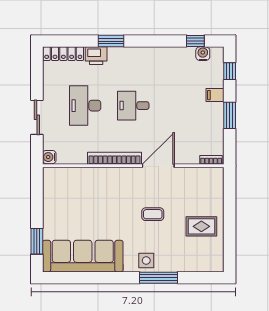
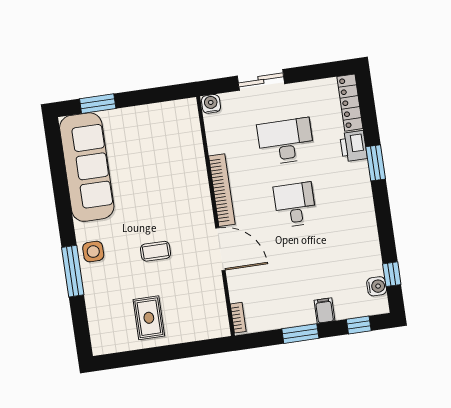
coffee table: (153, 214) -> (155, 251), turned 90

